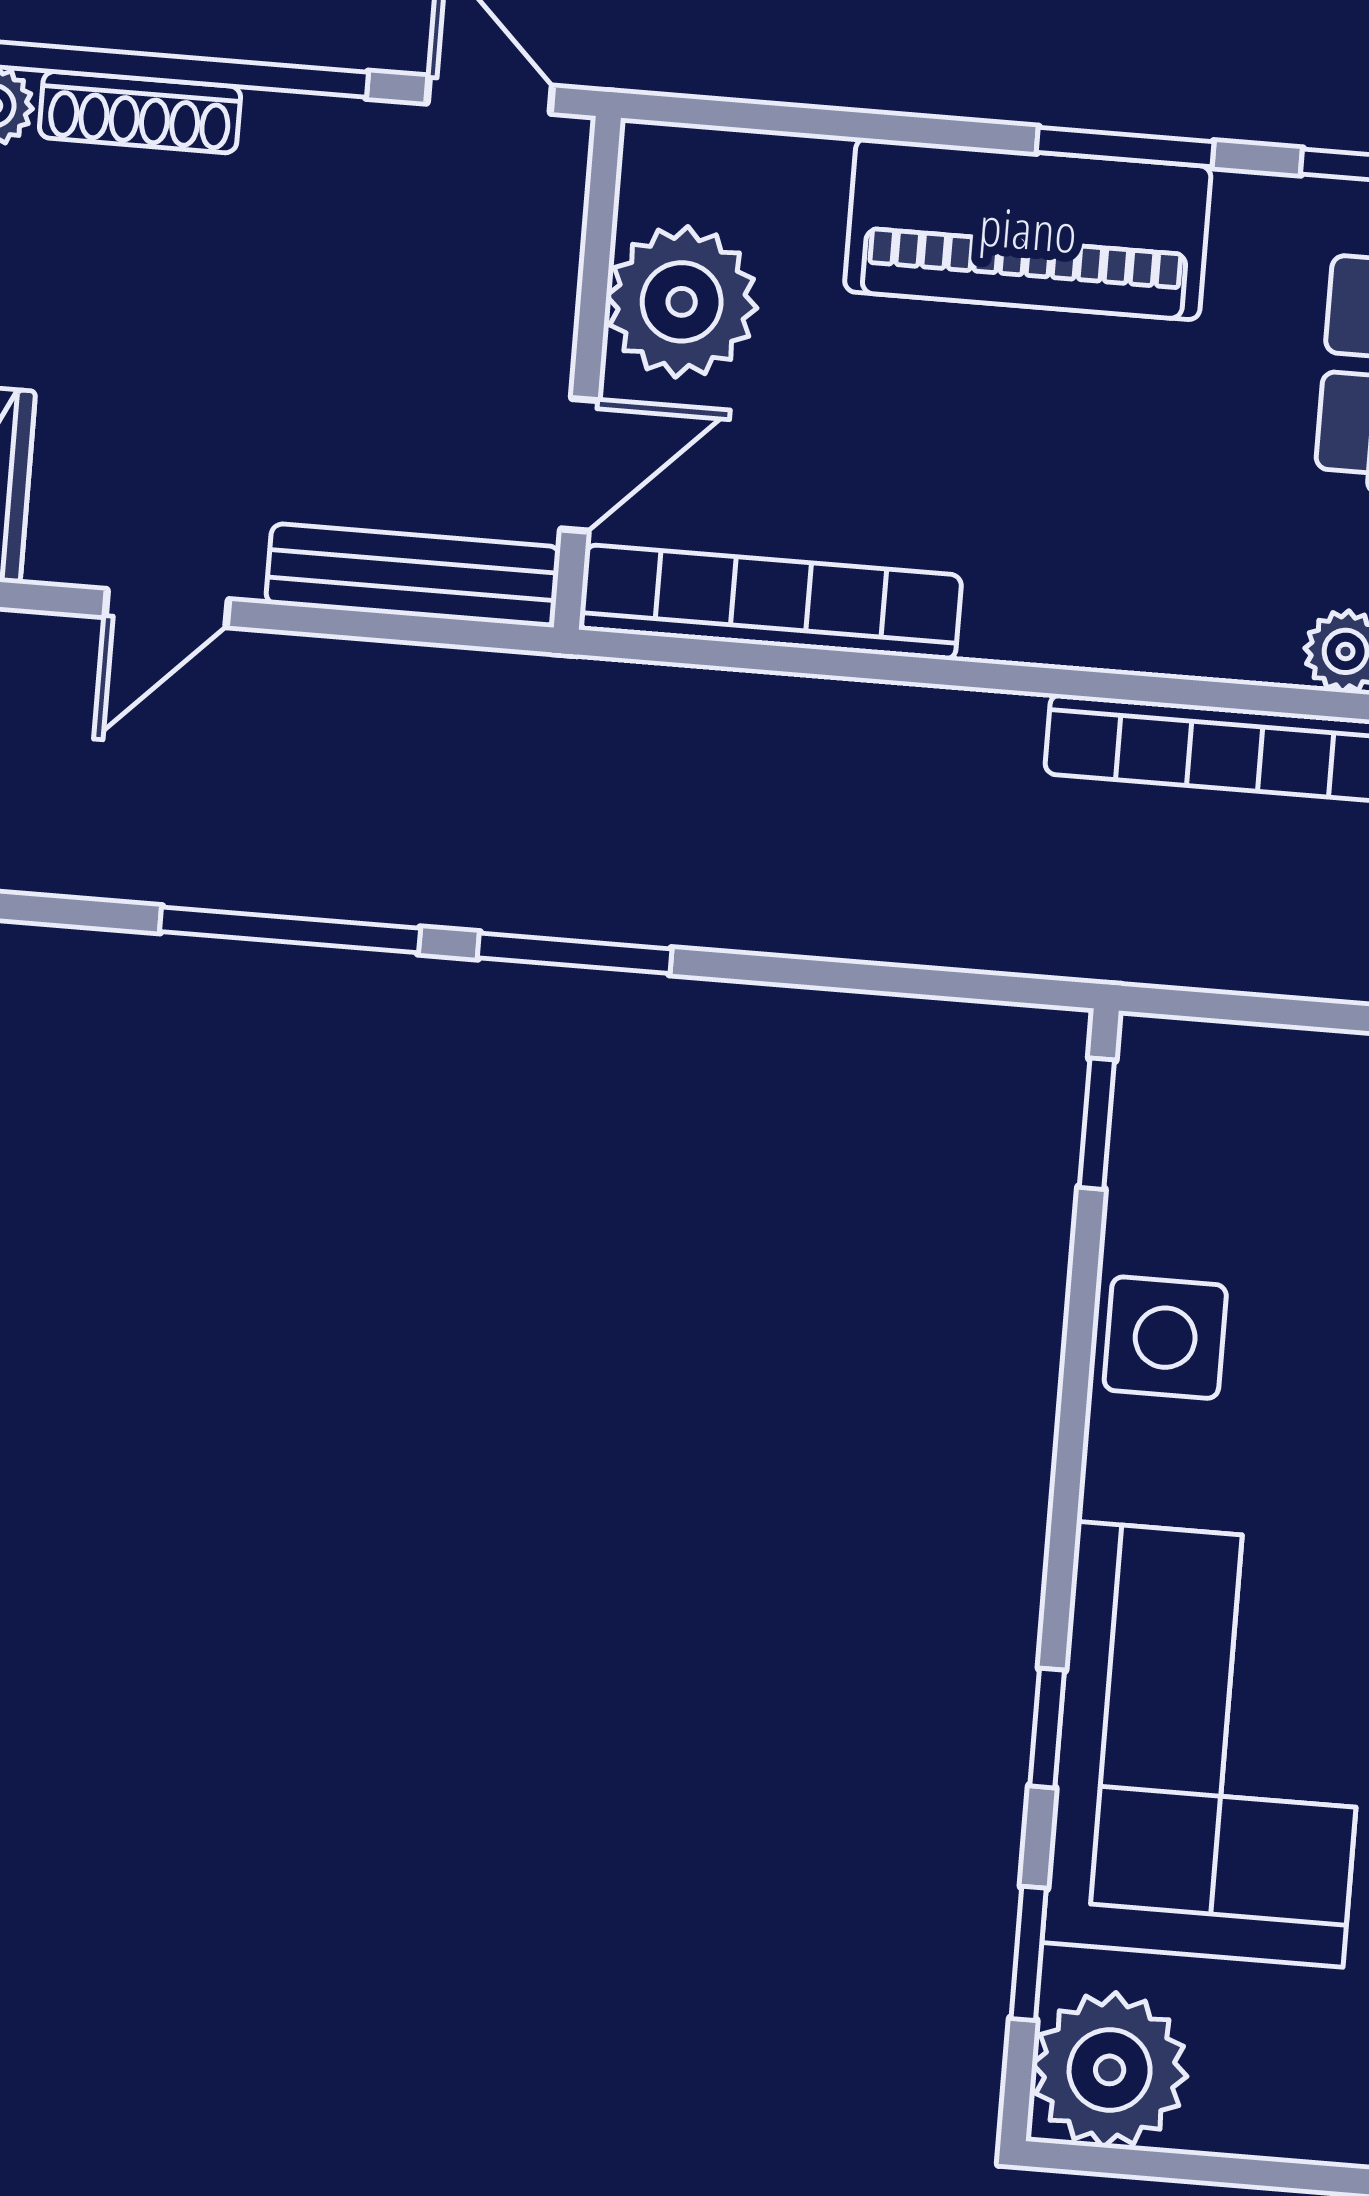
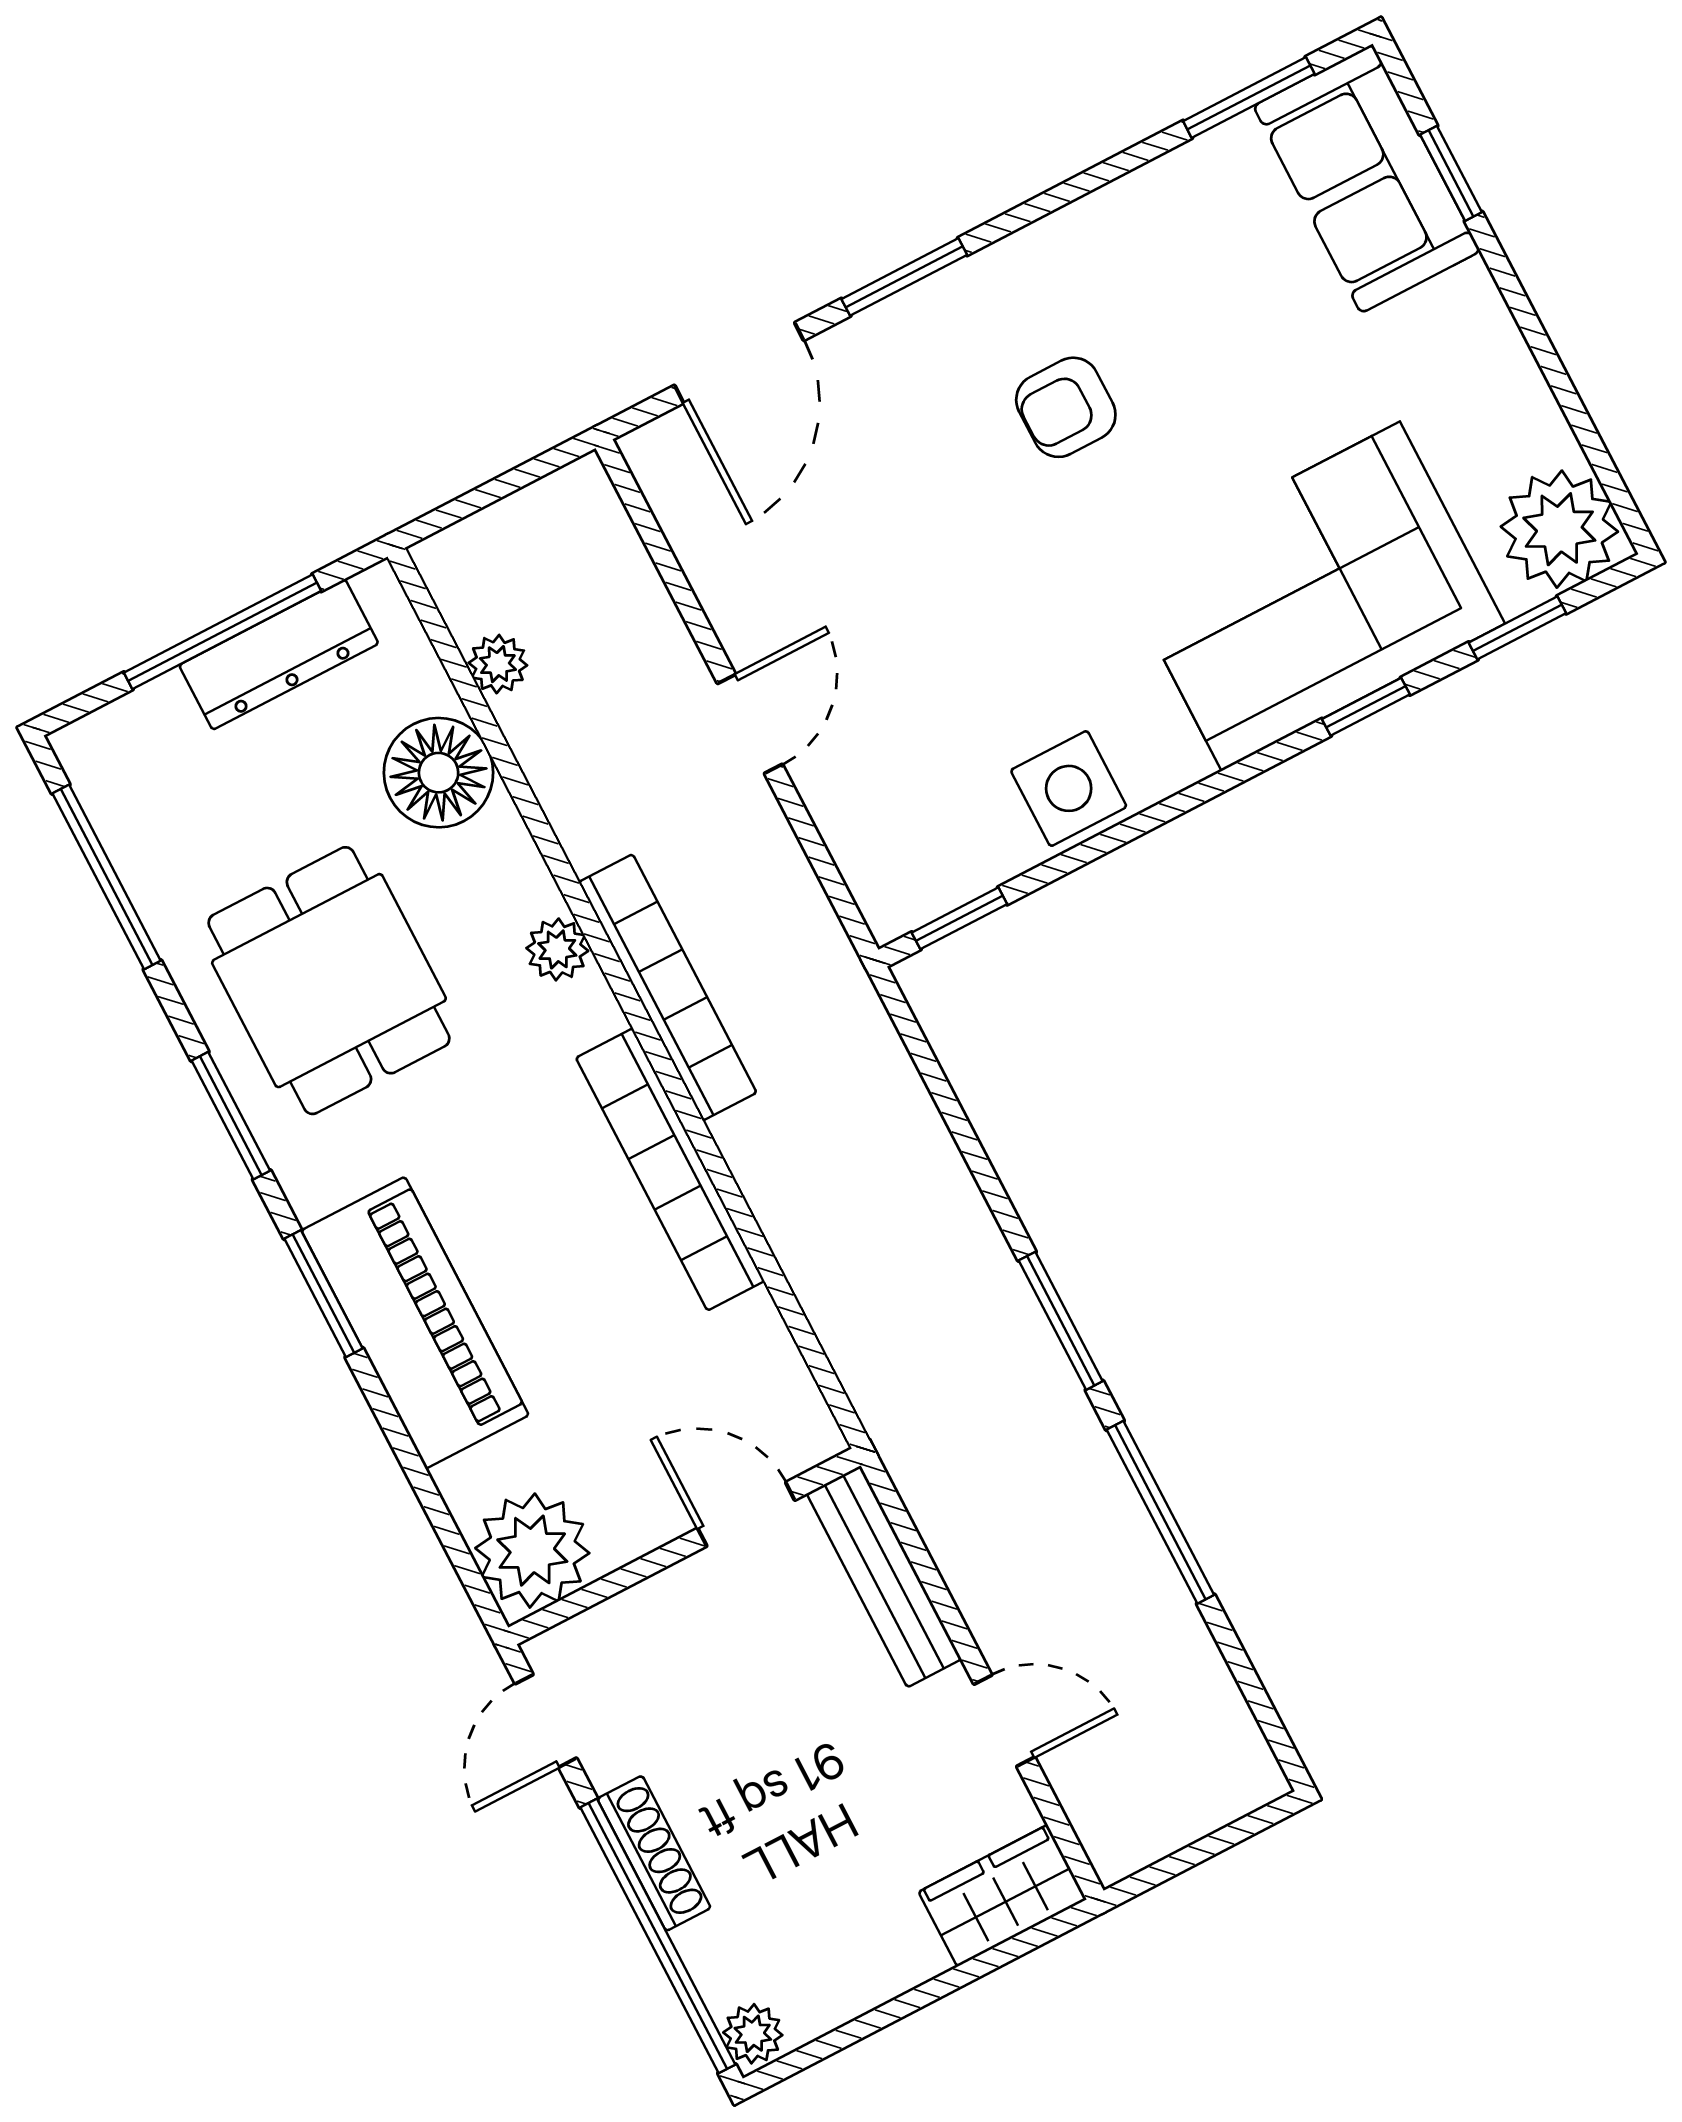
shoe rack: (140, 112) -> (654, 1853), moved
plant: (682, 302) -> (532, 1551), moved
bookcase: (770, 602) -> (670, 1169), moved

